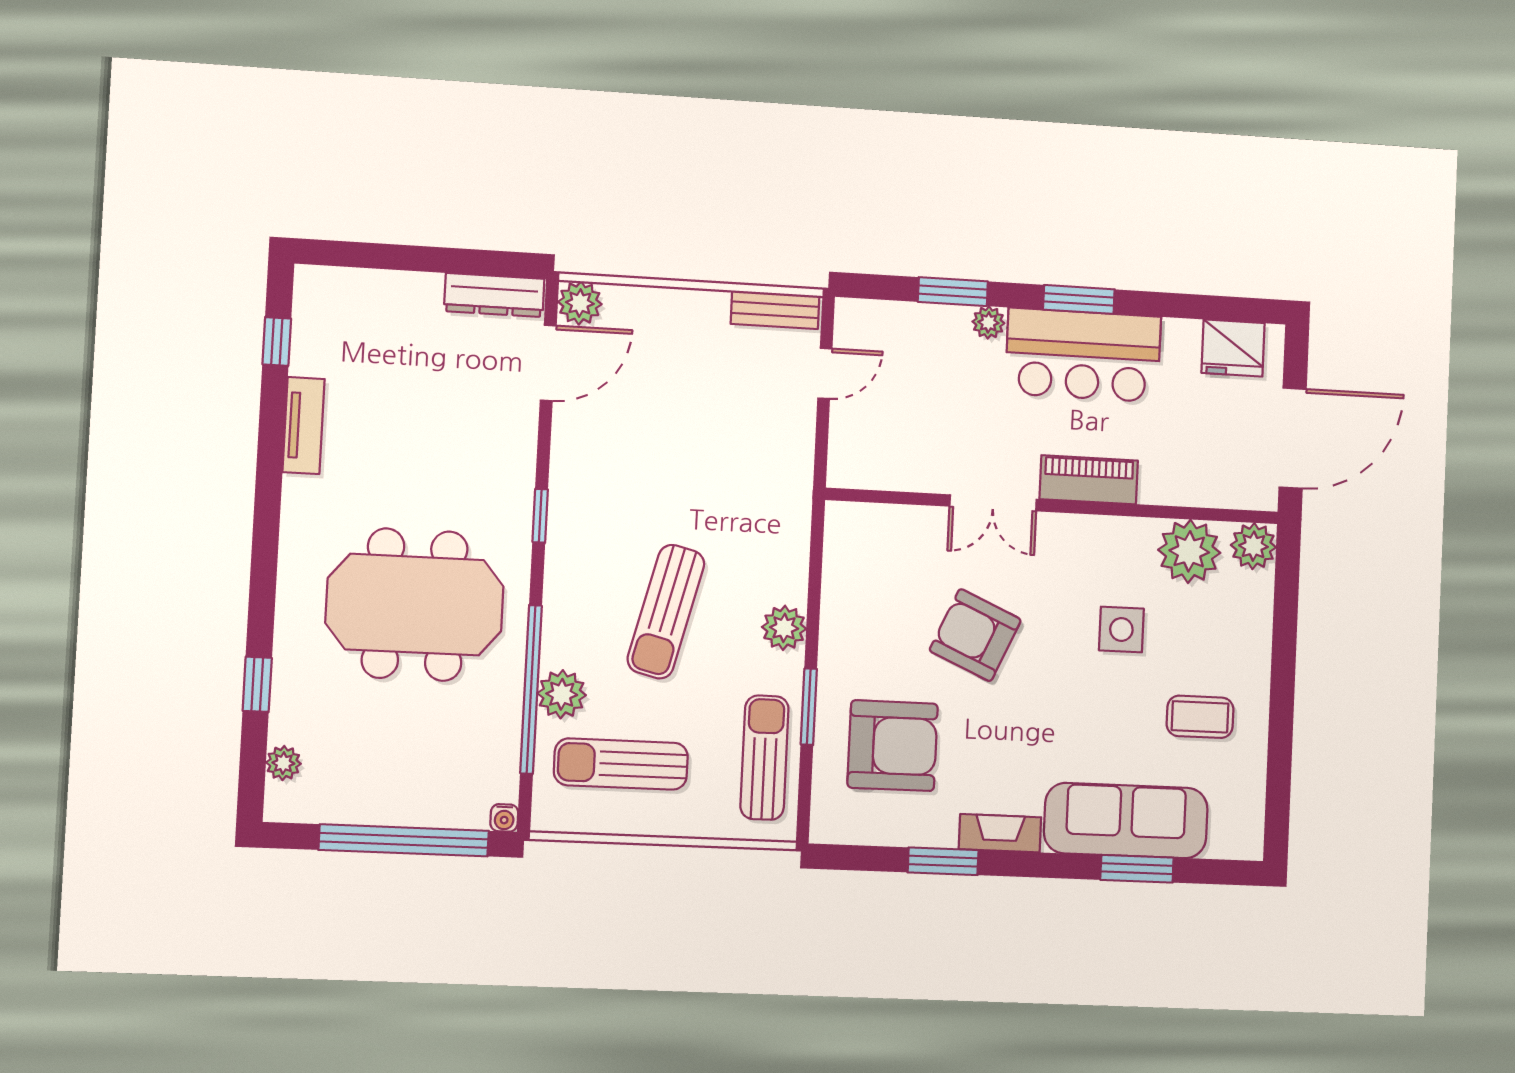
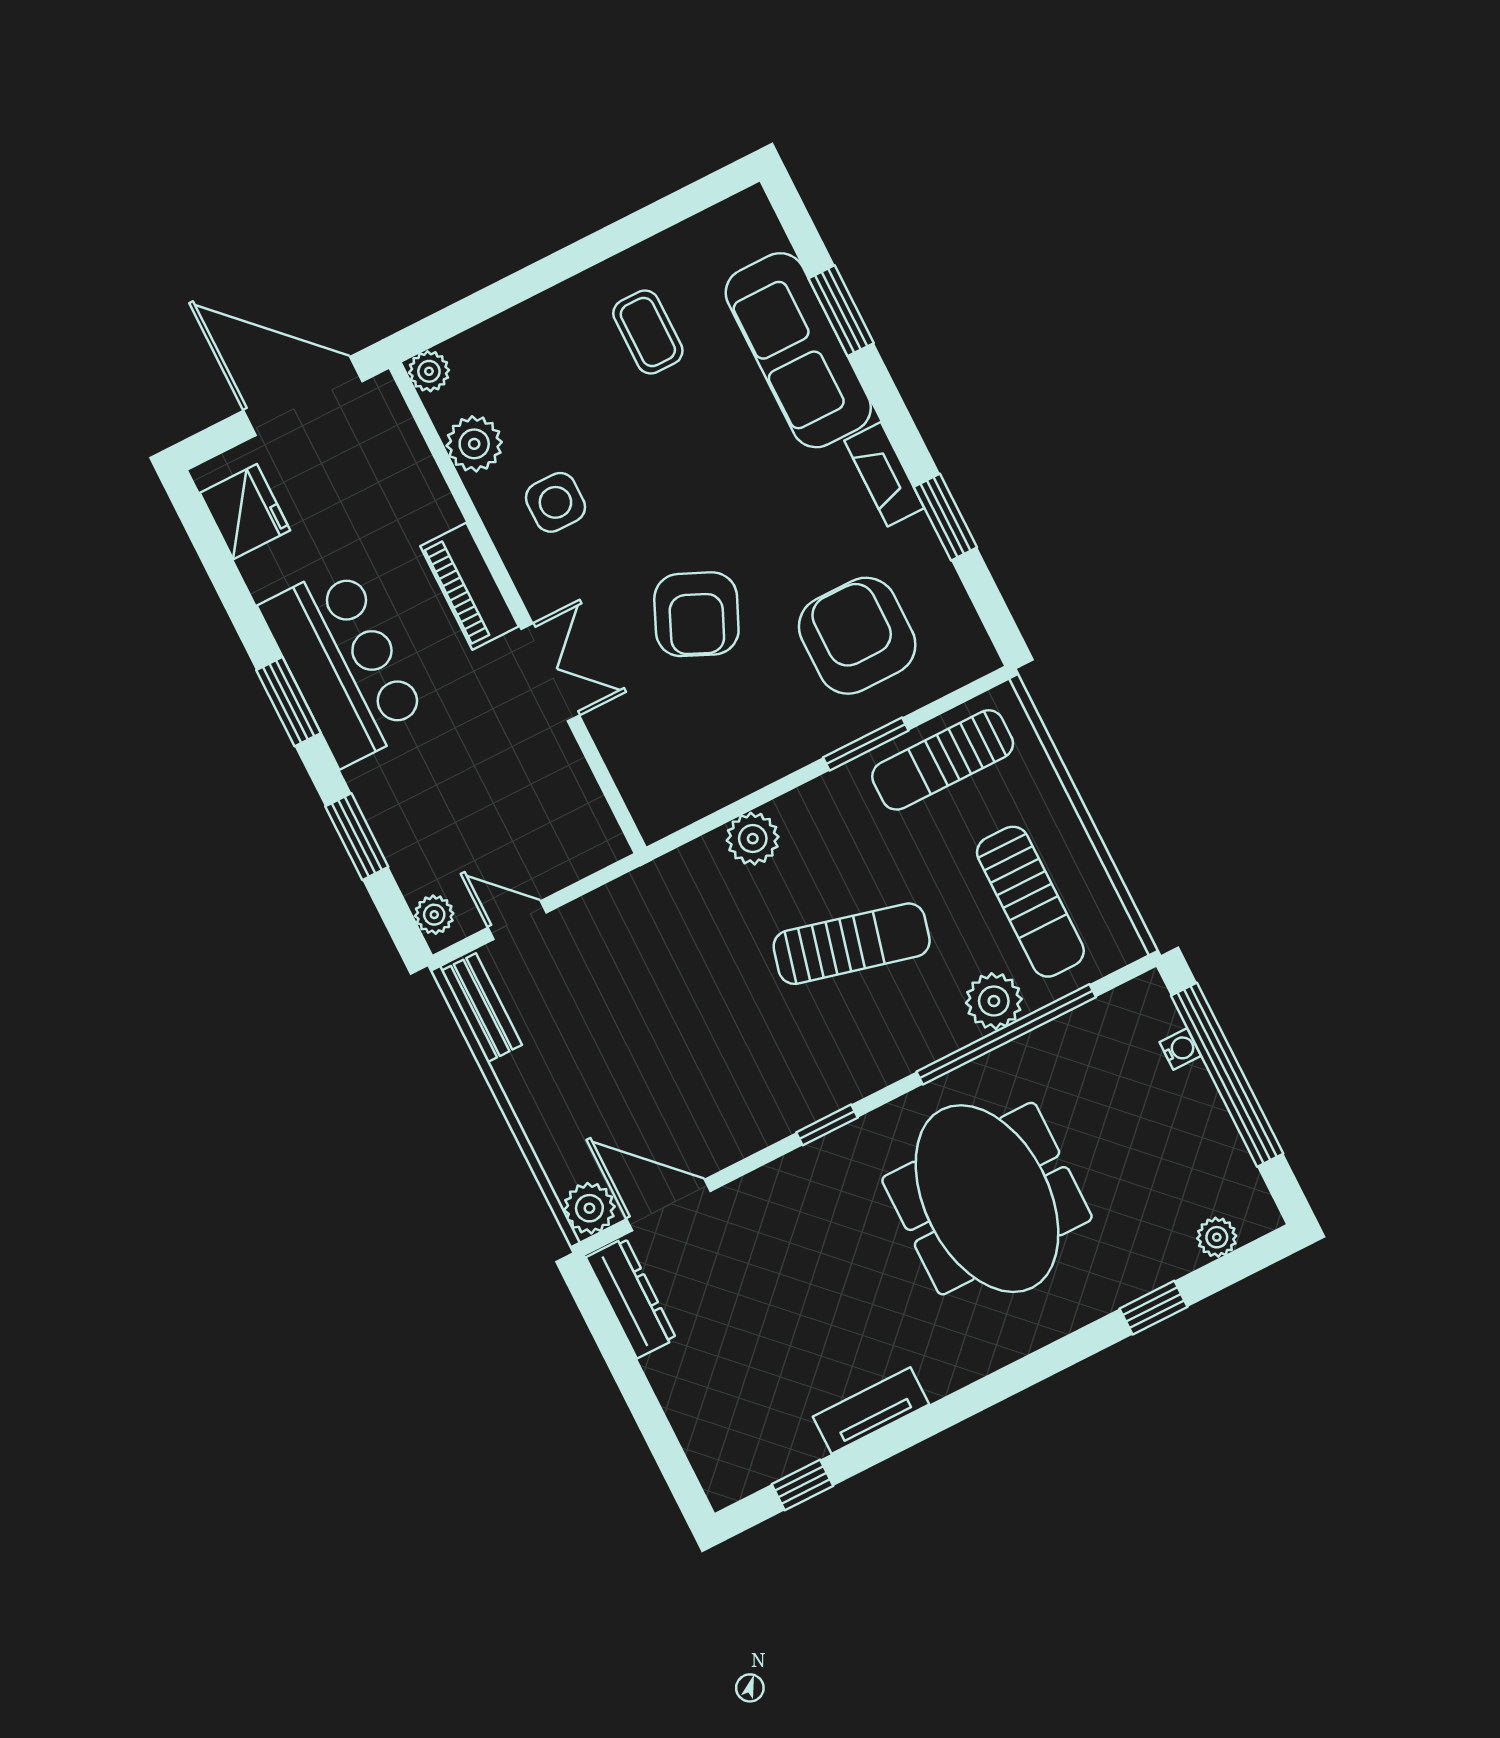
plant: (988, 322) -> (434, 915), moved
plant: (1253, 546) -> (429, 371), width x0.73, depth x0.73
plant: (1189, 551) -> (474, 444), width x0.73, depth x0.73
plant: (784, 628) -> (753, 839), moved
side table: (1121, 629) -> (555, 502), moved
water cooler: (504, 818) -> (1180, 1049), moved

